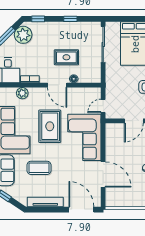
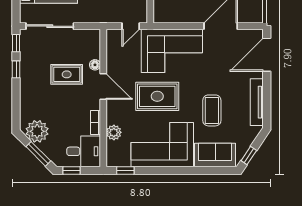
window: (38, 19) -> (16, 43), moved
rug: (66, 57) -> (67, 74), turned 90
door: (57, 85) -> (103, 87), hinge flipped
door: (103, 106) -> (131, 26), hinge flipped

